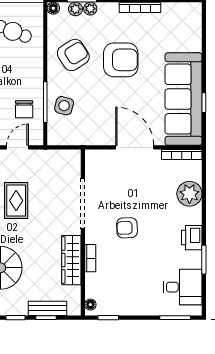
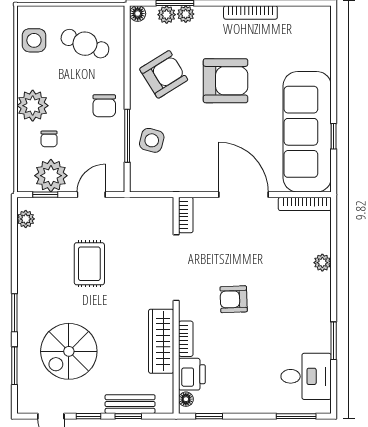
chair: (24, 109) -> (104, 106), moved
bookcase: (90, 163) -> (186, 215), added
plant: (189, 194) -> (322, 263), width x0.53, depth x0.53
printer: (192, 238) -> (192, 374), moved, turned 180

